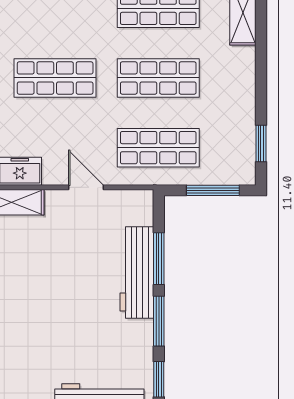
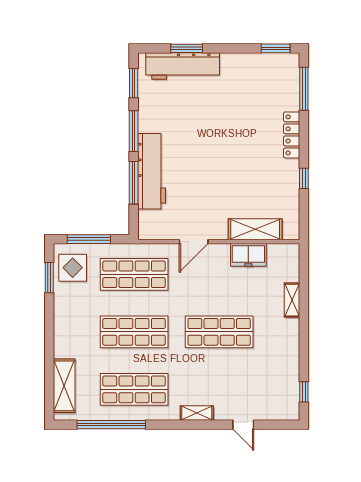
display table: (233, 156) -> (73, 268), added
door: (86, 187) -> (194, 242), hinge flipped

